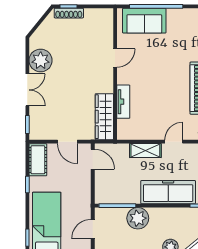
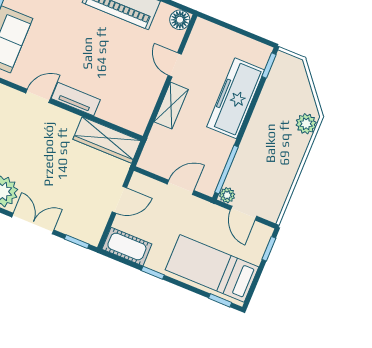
door: (115, 58) -> (38, 96), hinge flipped
tv unit: (123, 102) -> (76, 99), moved
door: (93, 159) -> (181, 187), moved
plant: (138, 218) -> (227, 195), moved, width x0.53, depth x0.53

